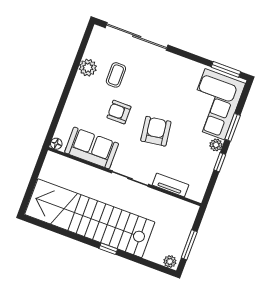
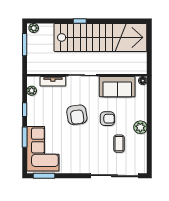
plant: (88, 68) -> (140, 127), moved
plant: (216, 145) -> (32, 91), moved

